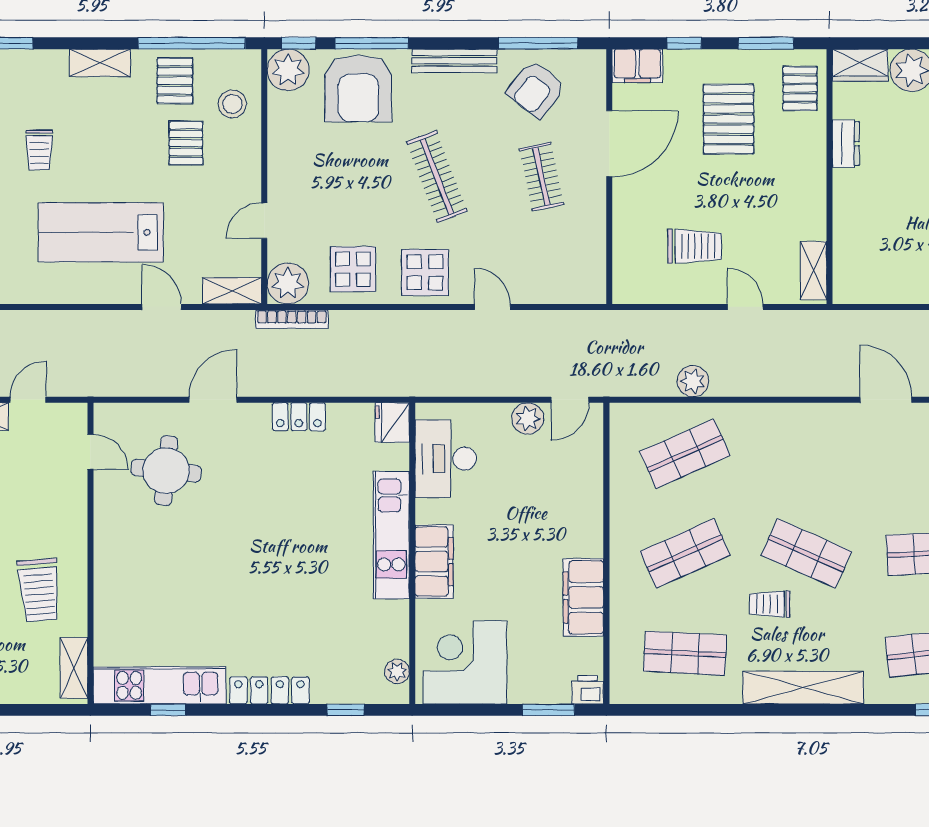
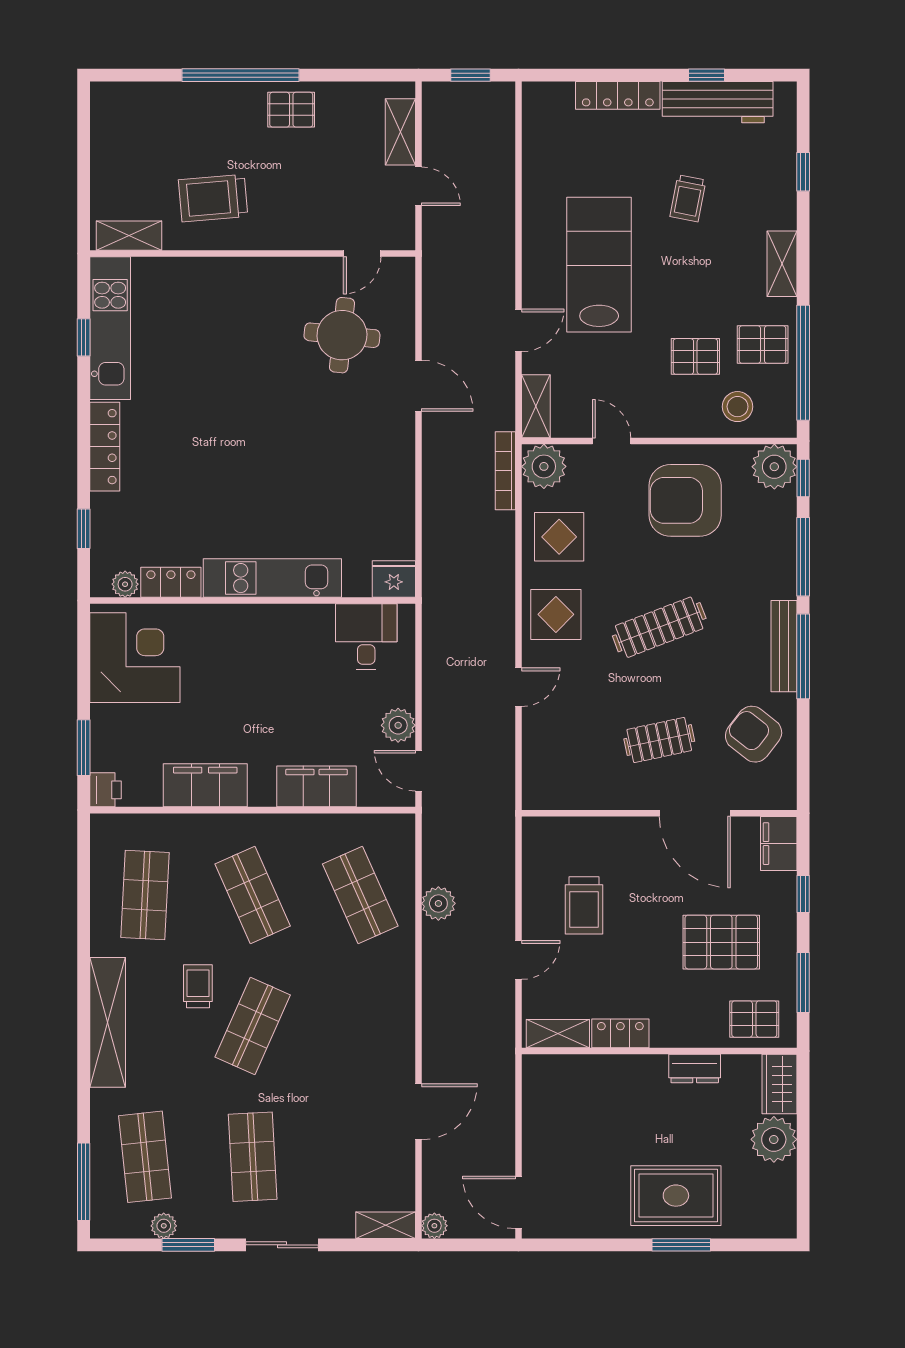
window: (538, 43) -> (803, 656), moved
armchair: (358, 89) -> (685, 500), moved
trolley: (39, 150) -> (688, 198), turned -79
locker: (813, 213) -> (620, 1033), added
locker: (299, 417) -> (171, 582), moved, turned 90
desk: (446, 459) -> (366, 637), width x0.73
filing cabinet: (434, 562) -> (317, 786), moved, turned 180

